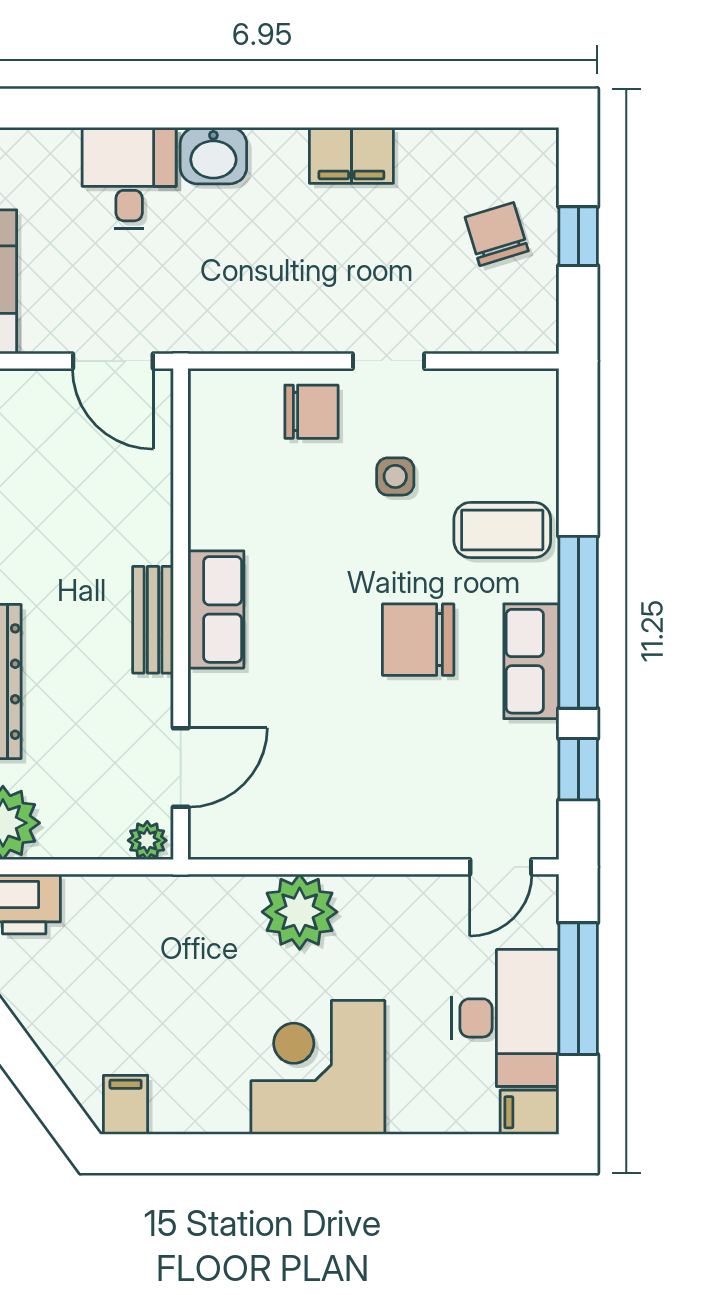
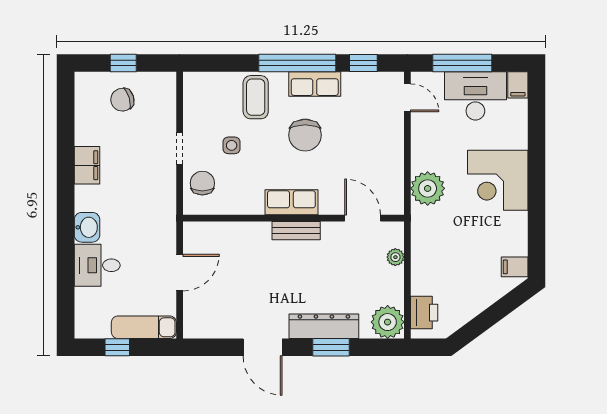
row of seats: (216, 609) -> (291, 202), moved
wall: (181, 614) -> (293, 218), moved
bench: (153, 620) -> (296, 231), moved
door: (181, 768) -> (363, 218), moved

